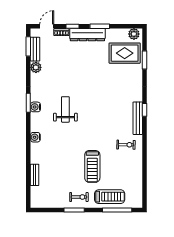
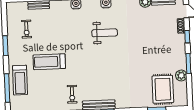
plant: (134, 34) -> (181, 75), moved
dresser: (87, 35) -> (180, 52), removed
exercise bike: (79, 197) -> (26, 29), moved

